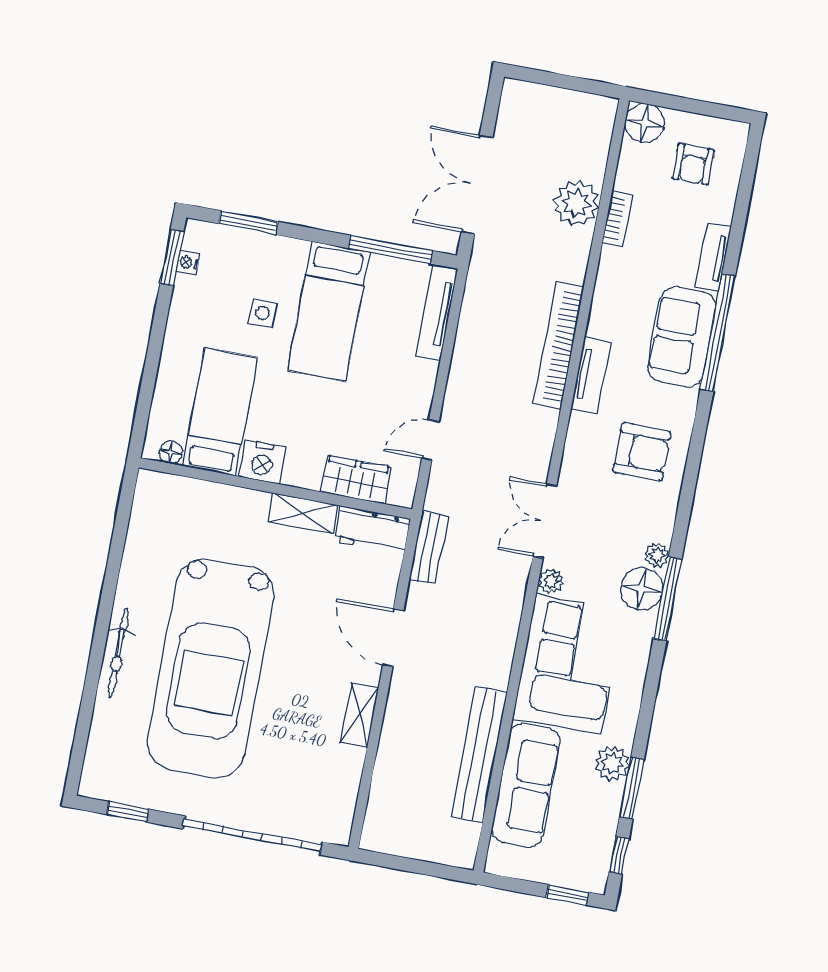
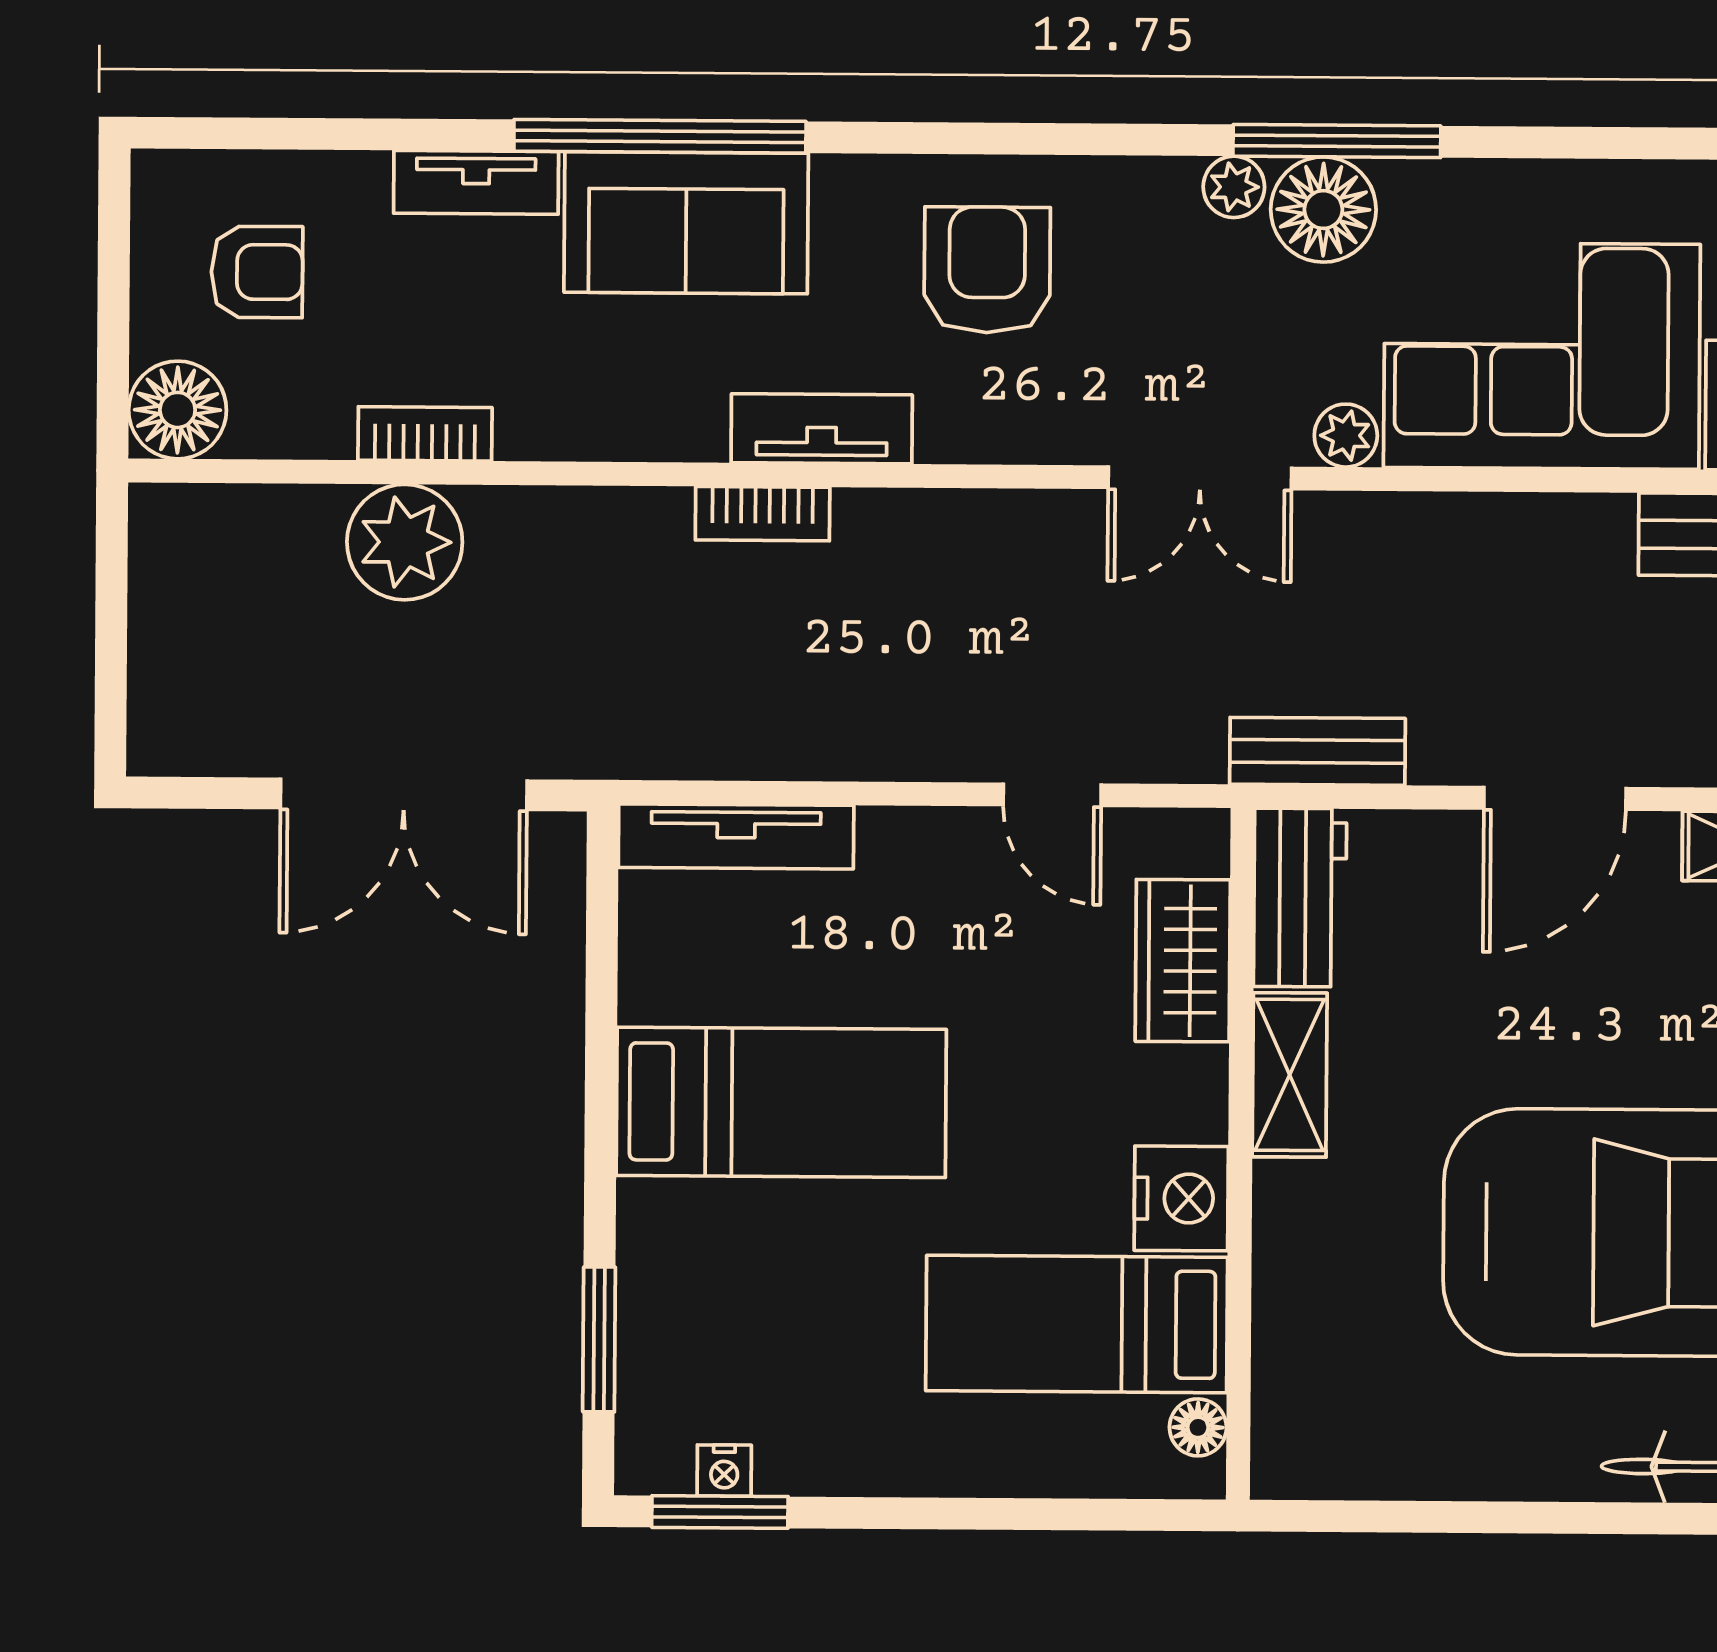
window: (390, 249) -> (602, 978), removed
side table: (263, 313) -> (815, 1264), removed
bookcase: (559, 345) -> (763, 514), width x0.43, depth x0.76

